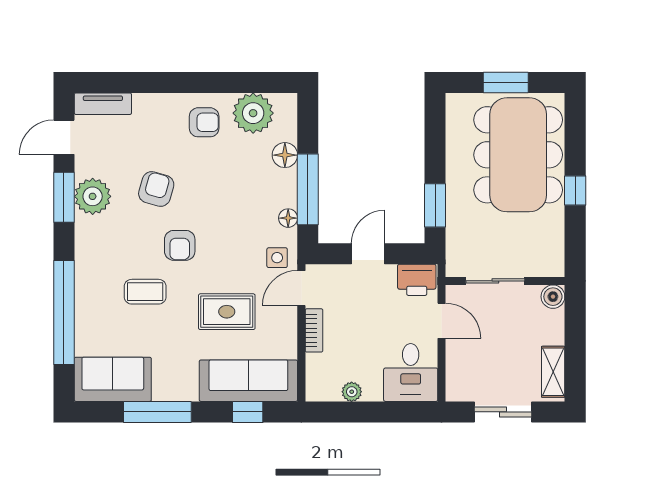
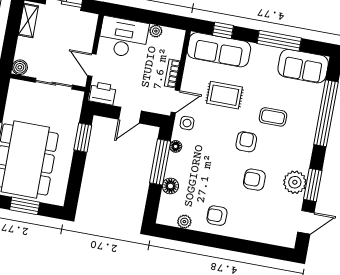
tv unit: (103, 104) -> (278, 239), removed
plant: (253, 113) -> (184, 222), width x0.53, depth x0.53
armchair: (156, 189) -> (254, 180), turned 74
desk: (411, 373) -> (123, 37), width x1.37

